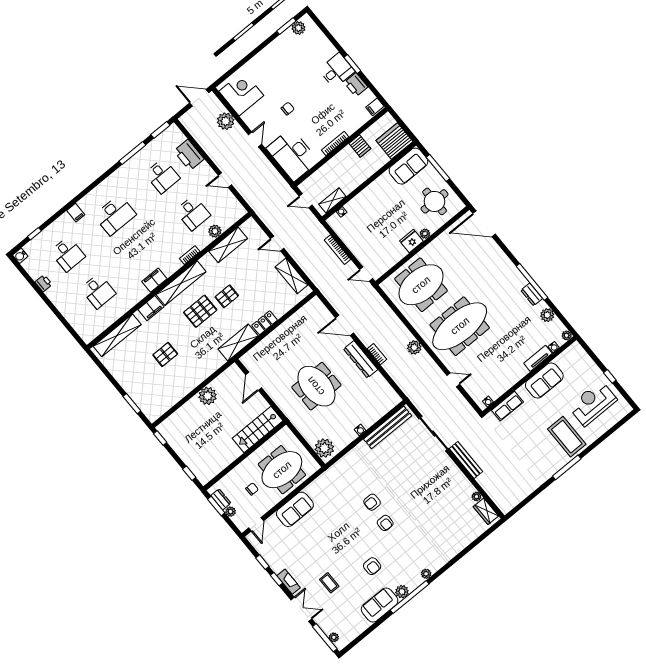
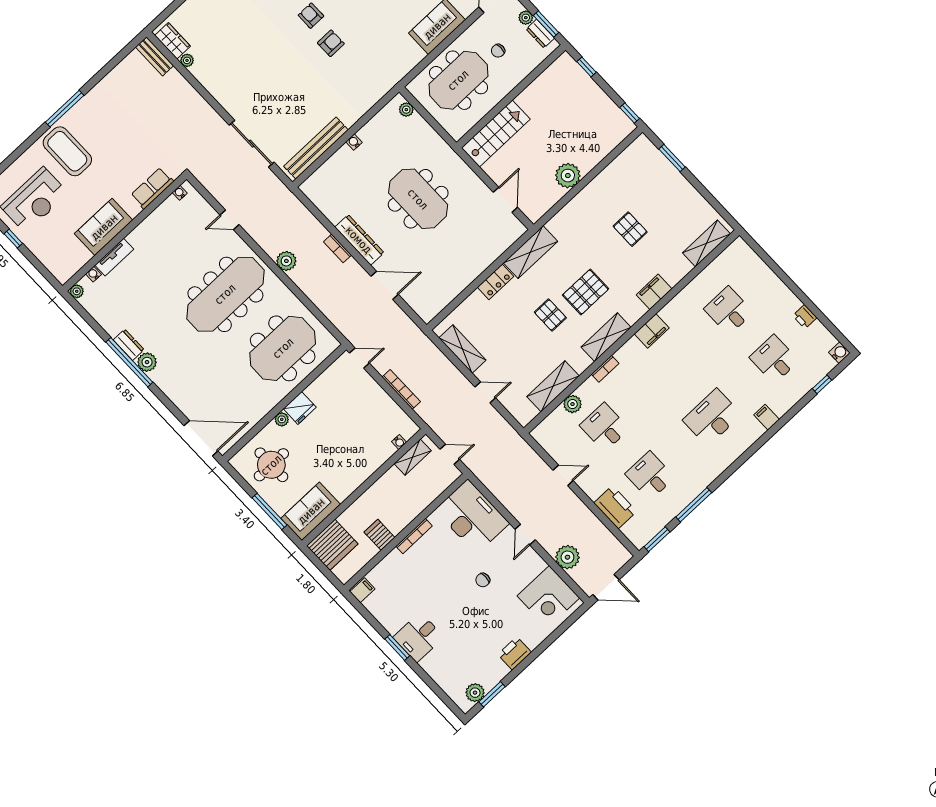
printer: (356, 85) -> (515, 653), moved, turned -90
shelving: (181, 283) -> (606, 337), width x0.68
pallet: (227, 296) -> (550, 315), turned 90
plant: (547, 315) -> (147, 362), moved
shelving: (117, 335) -> (706, 243), width x0.68
pallet: (165, 354) -> (630, 229), turned 90
plant: (324, 448) -> (406, 110), width x0.53, depth x0.53
bench: (466, 460) -> (154, 56), moved, width x0.73

